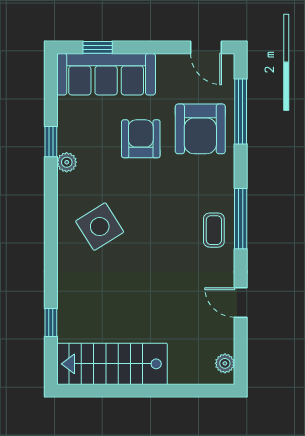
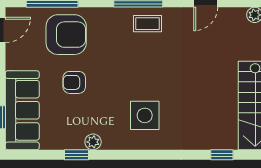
armchair: (141, 139) -> (74, 82), width x0.72, depth x0.72
side table: (100, 227) -> (145, 115), turned 32

